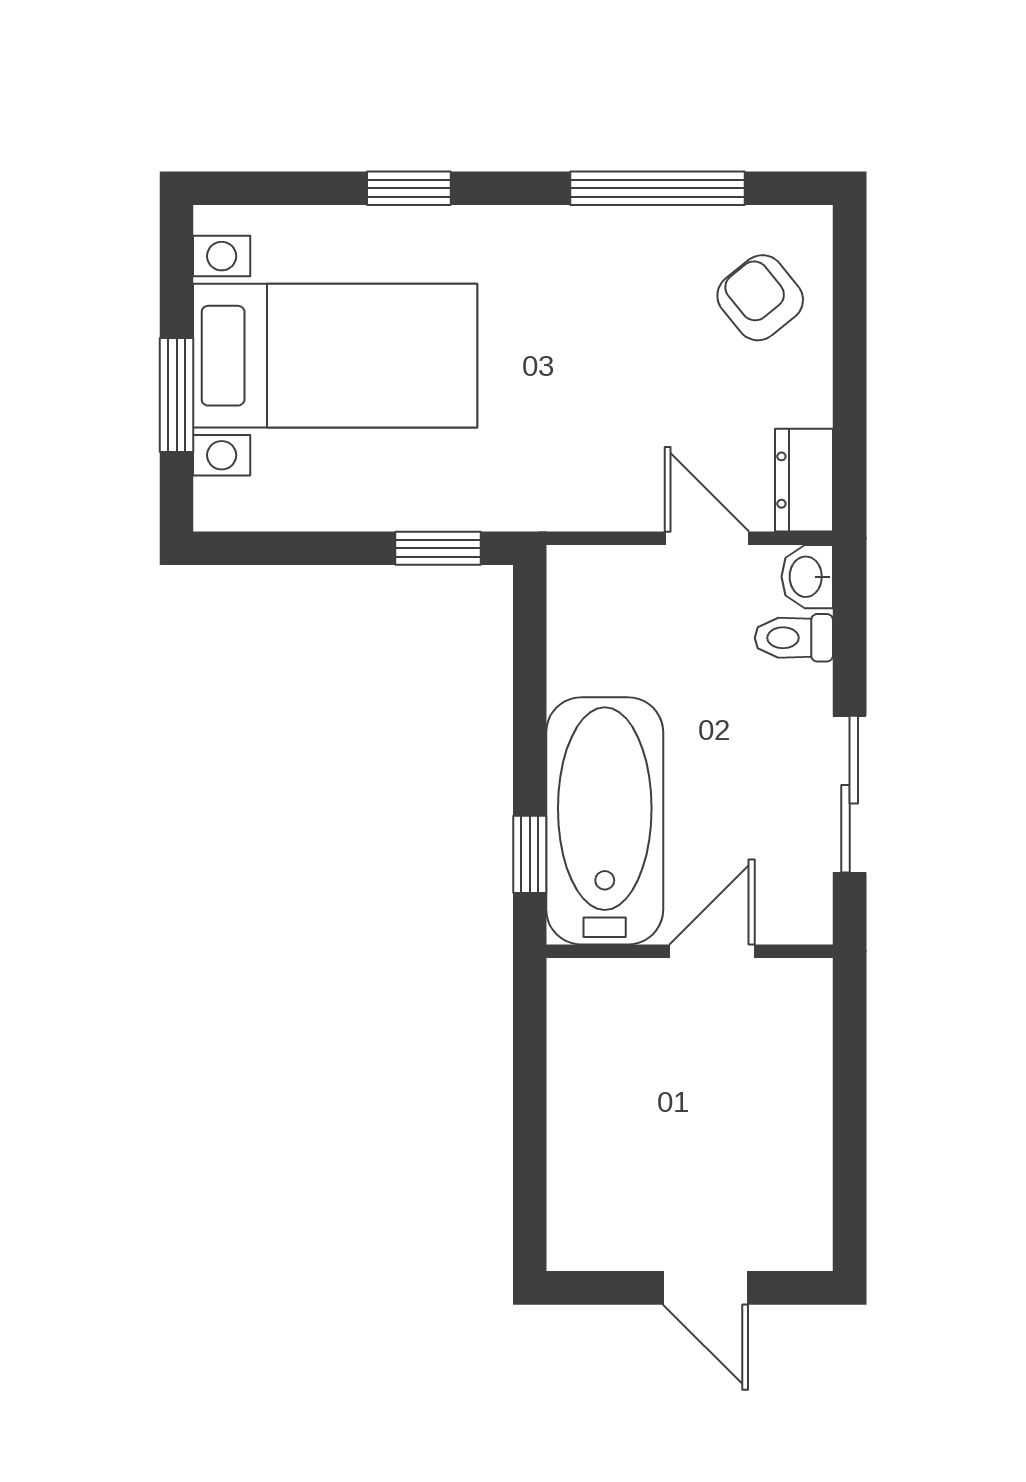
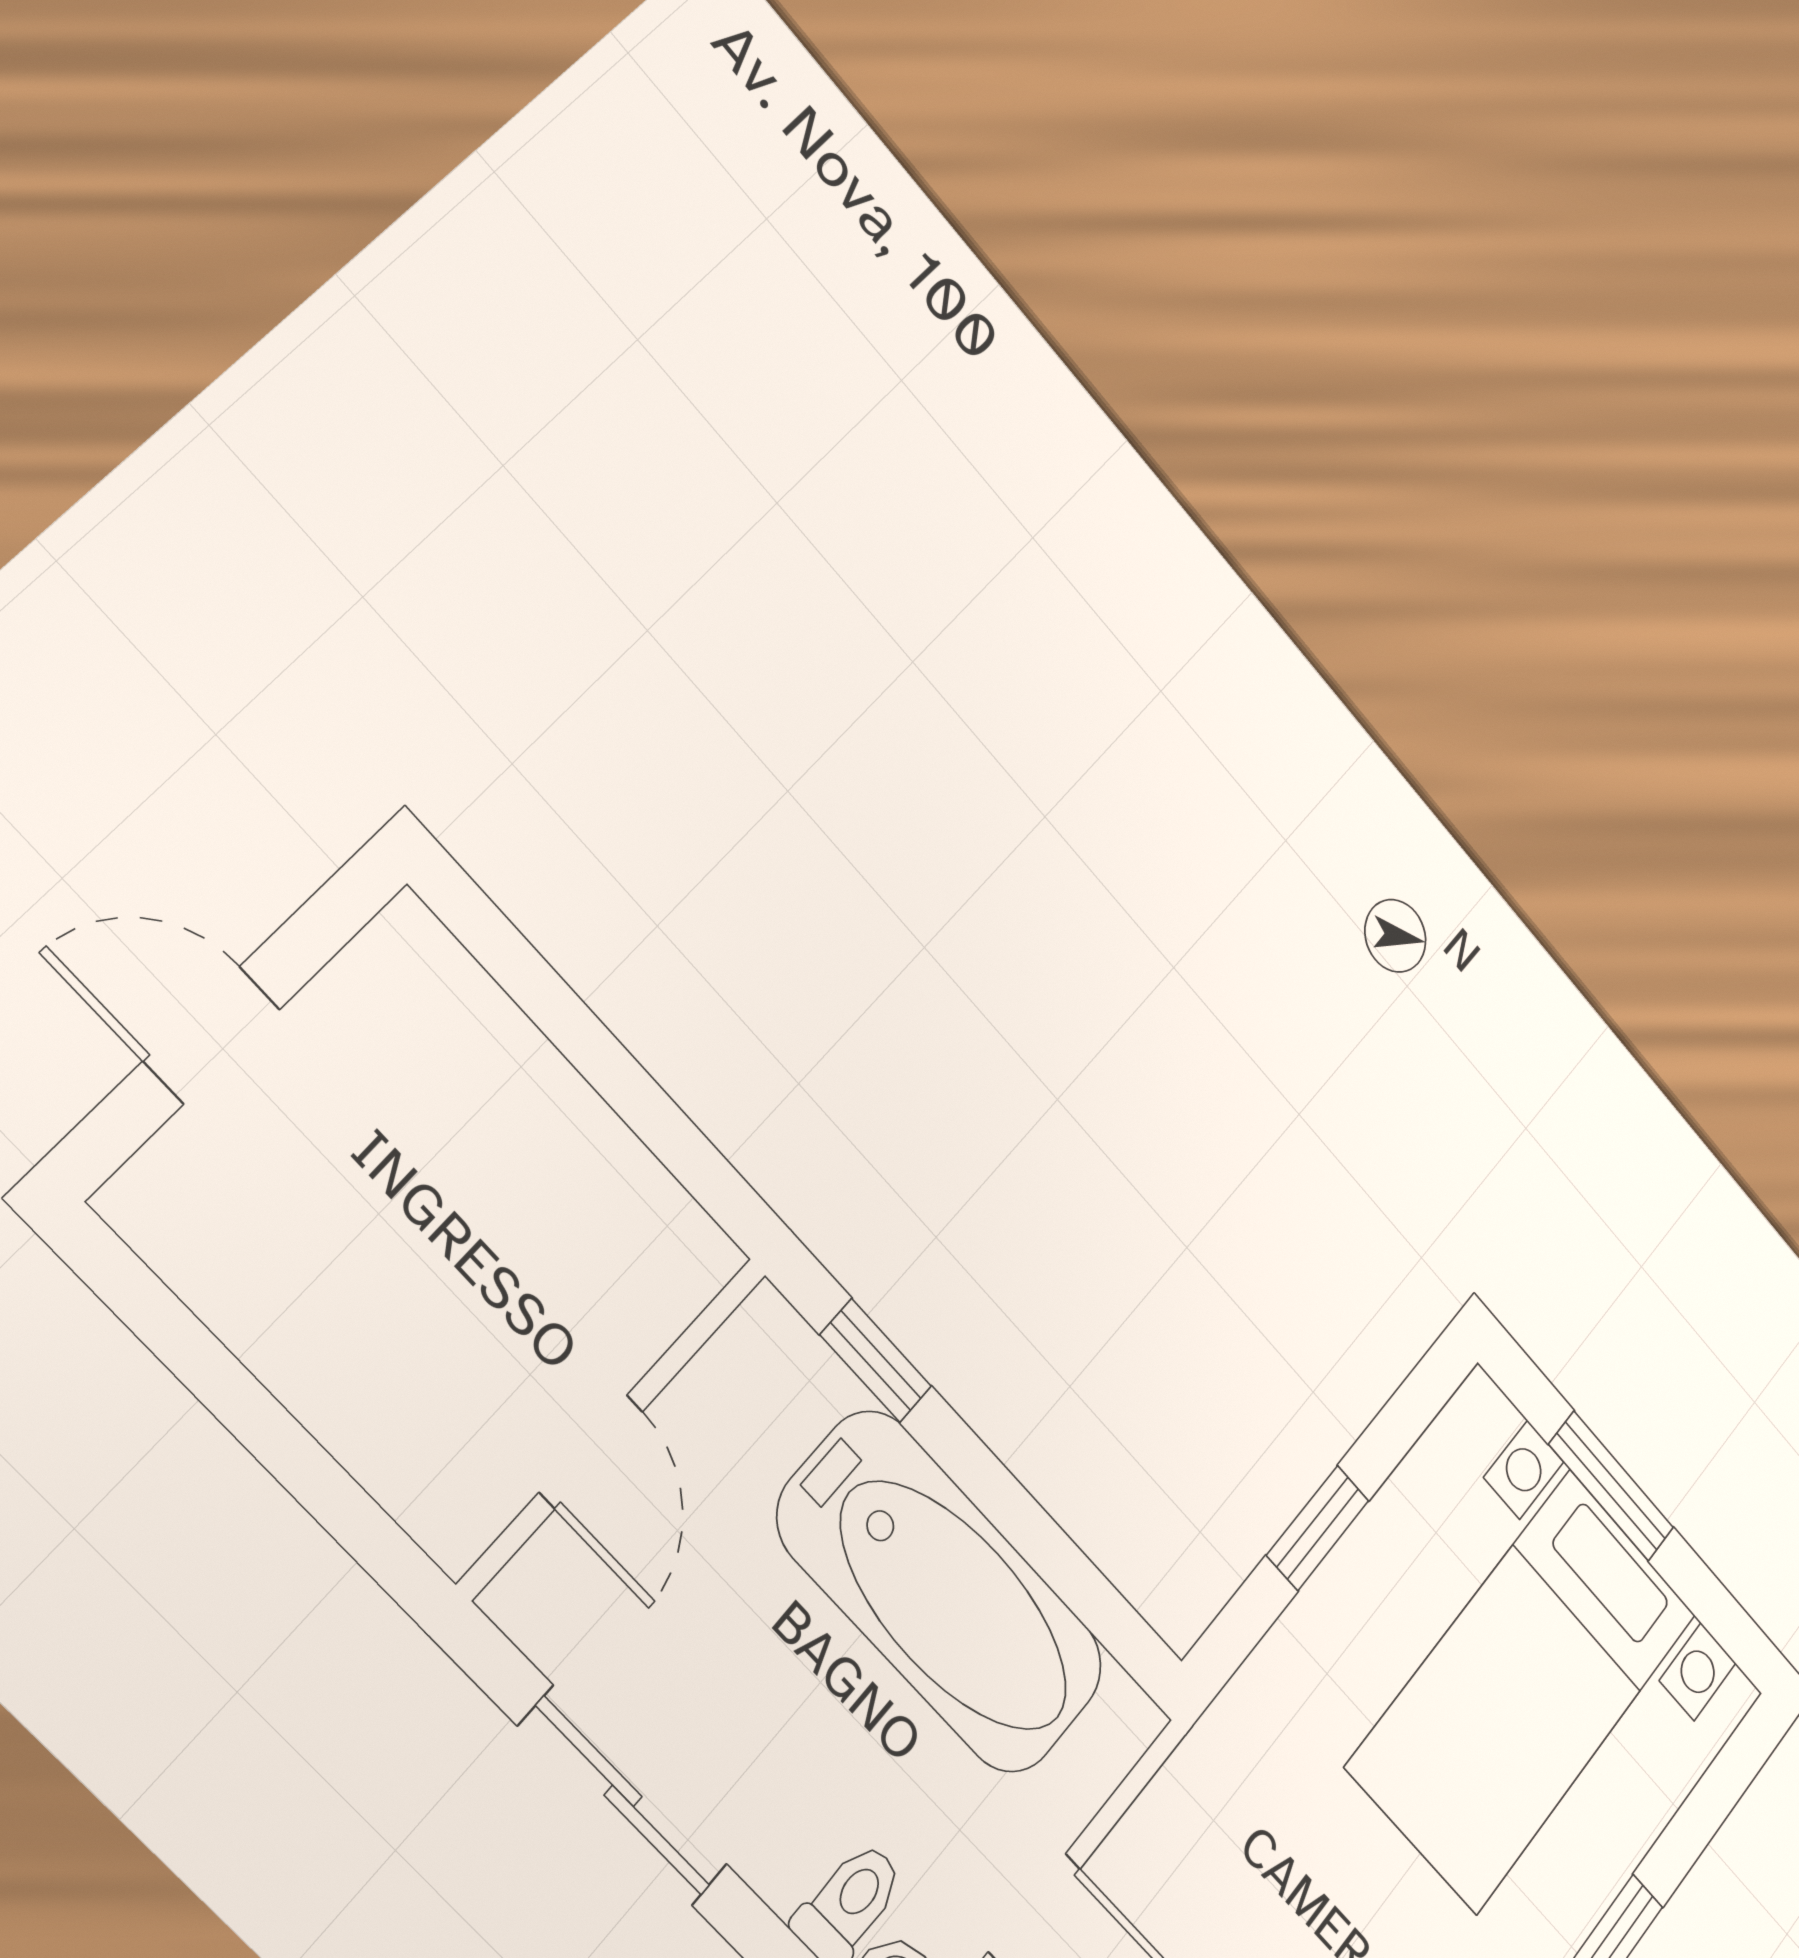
window: (438, 548) -> (1318, 1528), moved
bathtub: (605, 821) -> (942, 1592), moved

